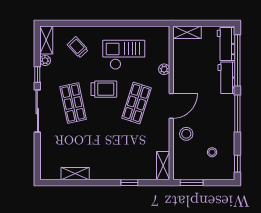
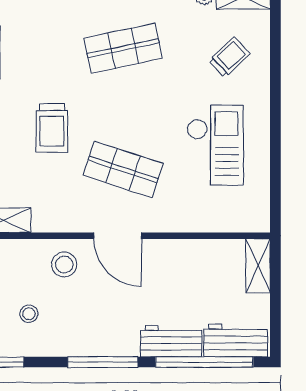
plant: (164, 69) -> (187, 222), removed
trolley: (104, 89) -> (52, 128), moved

